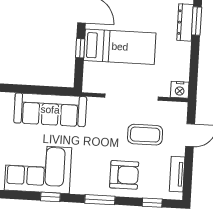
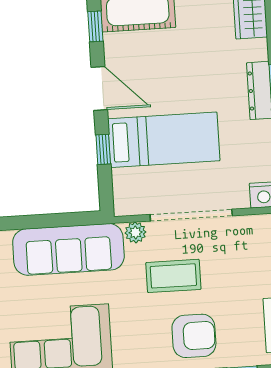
plant: (95, 104) -> (135, 232), added
coffee table: (145, 135) -> (173, 276), moved

